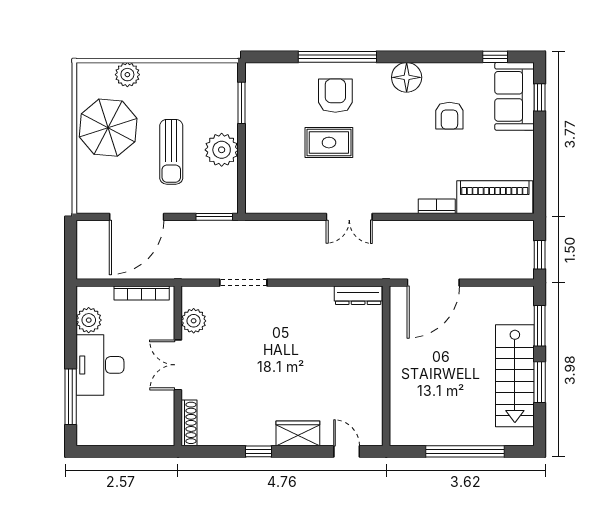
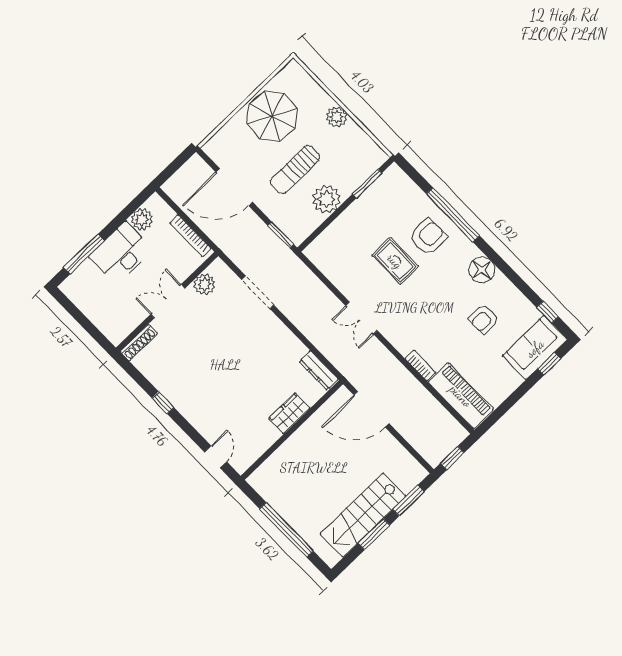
plant: (127, 75) -> (337, 117), moved
wardrobe: (298, 433) -> (290, 413), moved, turned -90

